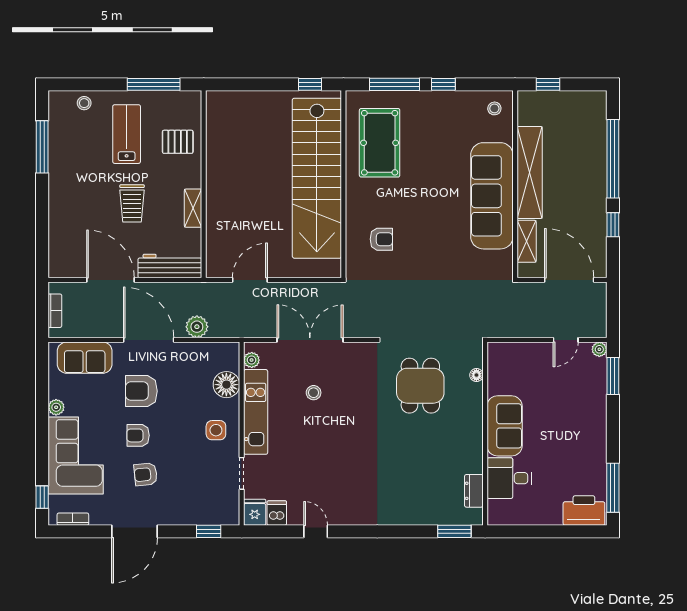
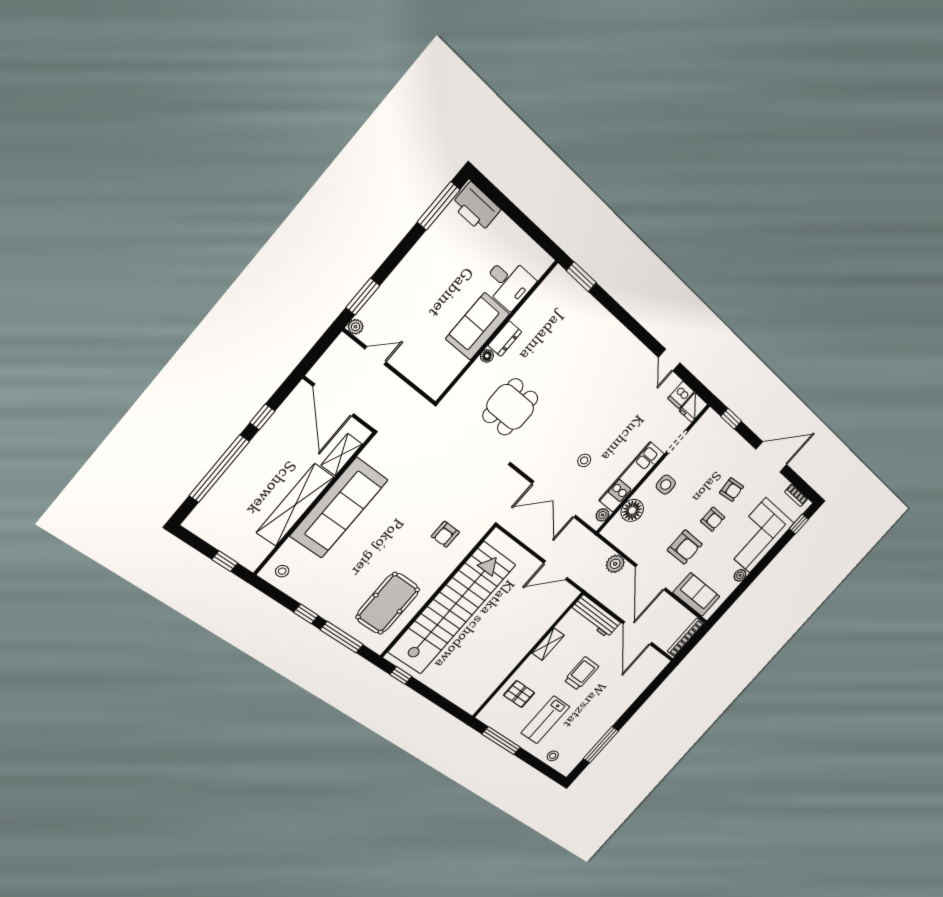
armchair: (381, 239) -> (445, 534), turned -90
bookcase: (55, 311) -> (686, 637), width x1.56
floor lamp: (476, 375) -> (487, 356), moved
dresser: (474, 491) -> (505, 339), moved

